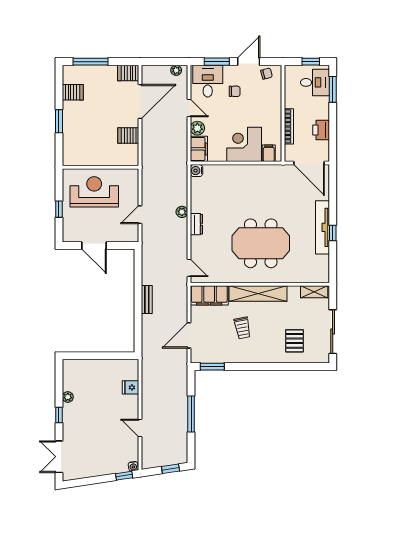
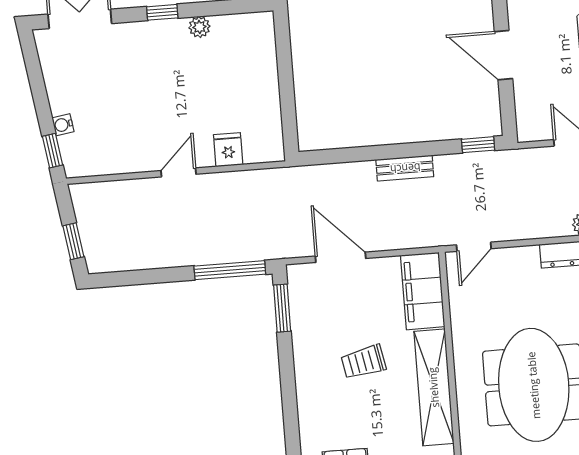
door: (94, 245) -> (504, 55), hinge flipped
window: (138, 262) -> (478, 145), added
window: (191, 414) -> (230, 270), moved
door: (140, 428) -> (178, 172), moved
water cooler: (133, 466) -> (63, 125), moved

